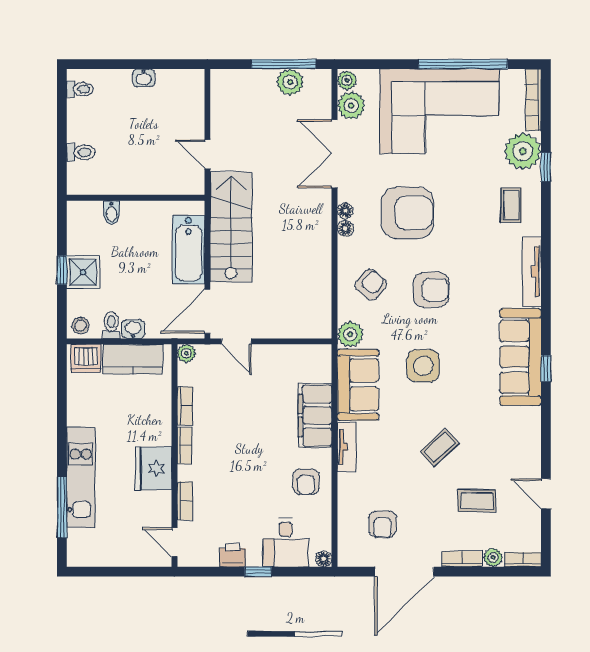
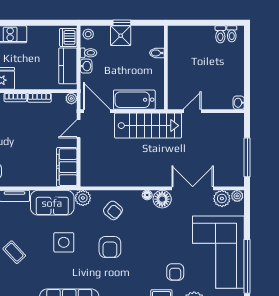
washbasin: (144, 78) -> (239, 103), moved
plant: (290, 82) -> (236, 161), removed
toilet: (81, 152) -> (220, 34), moved
floor lamp: (345, 211) -> (162, 199), width x1.89, depth x1.89
armchair: (408, 213) -> (175, 272), moved, width x0.53, depth x0.53
filing cabinet: (315, 416) -> (67, 167), moved, turned -90

